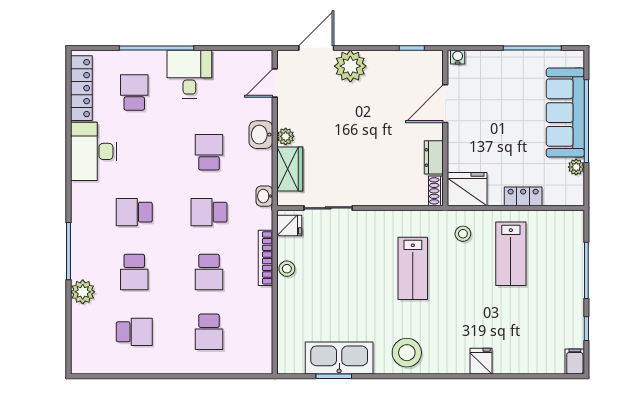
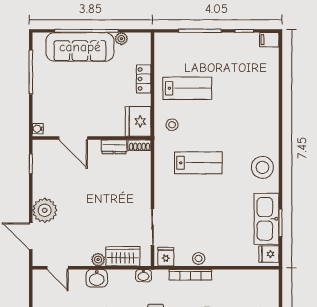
fridge: (481, 361) -> (269, 254), moved

